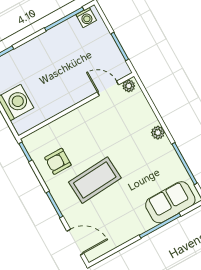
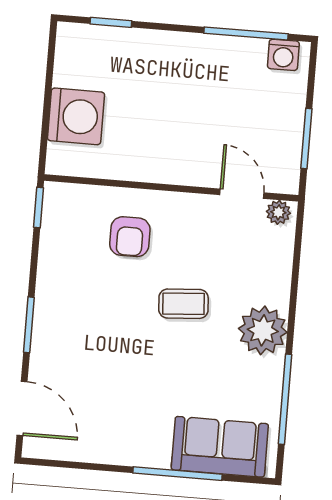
plant: (158, 133) -> (263, 330), width x1.88, depth x1.88
armchair: (58, 161) -> (130, 237), moved, turned -90
coffee table: (95, 180) -> (183, 304), moved, width x0.54, depth x0.58

